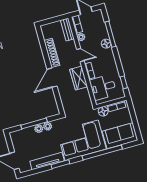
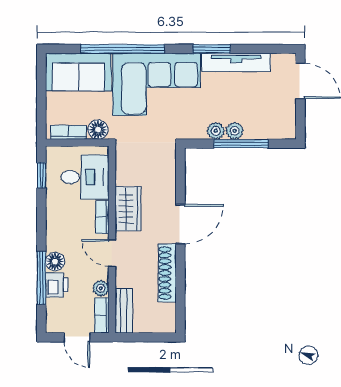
printer: (102, 33) -> (57, 285), added

